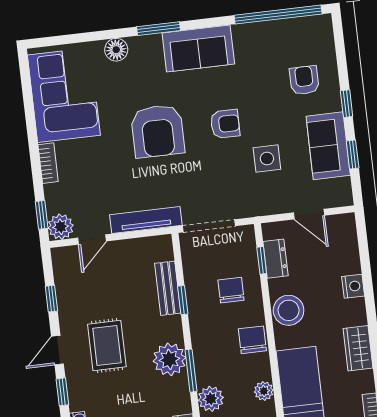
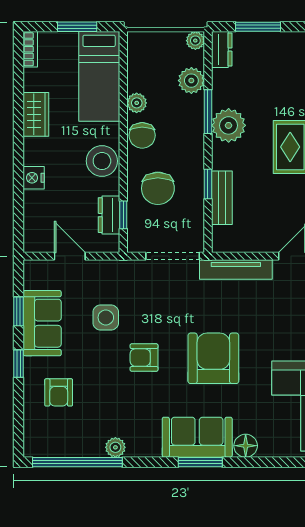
plant: (243, 33) -> (115, 447), added
sofa: (198, 48) -> (197, 437), moved
chair: (231, 290) -> (158, 188), width x1.37, depth x1.37
plant: (264, 391) -> (137, 103), moved

